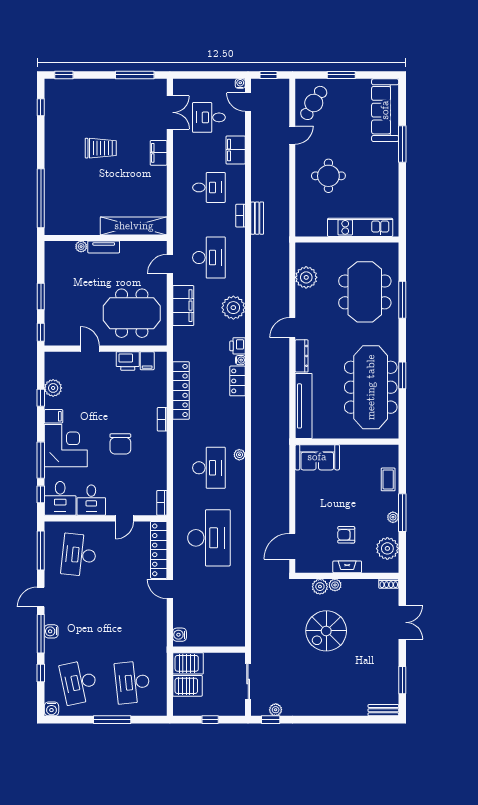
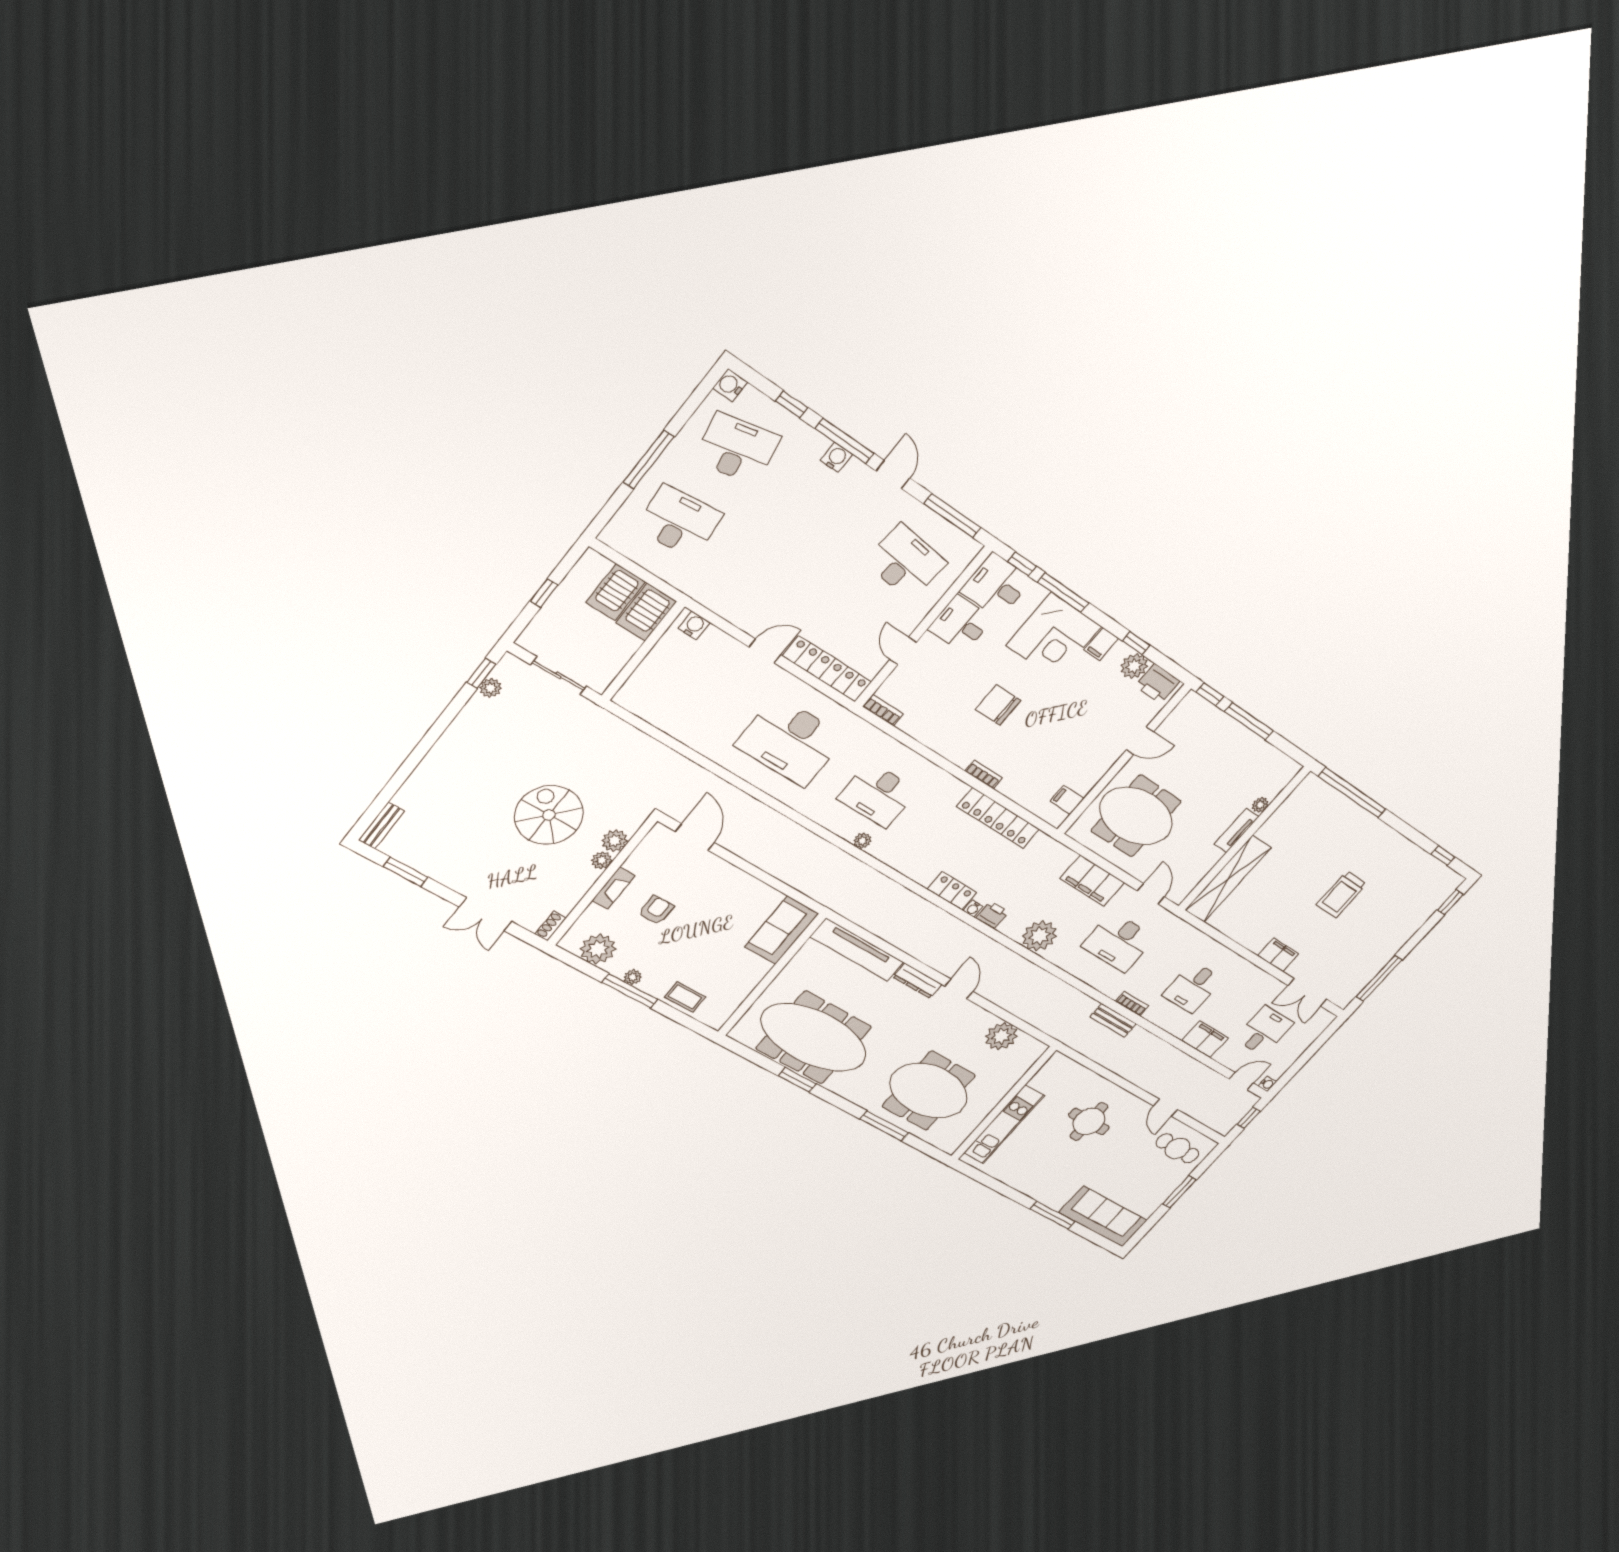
cafe table: (314, 103) -> (1177, 1148), turned -32
window: (41, 297) -> (1249, 721), width x1.44
meeting table: (132, 313) -> (1136, 816), turned 90
printer: (128, 361) -> (1158, 684), moved, turned -90

